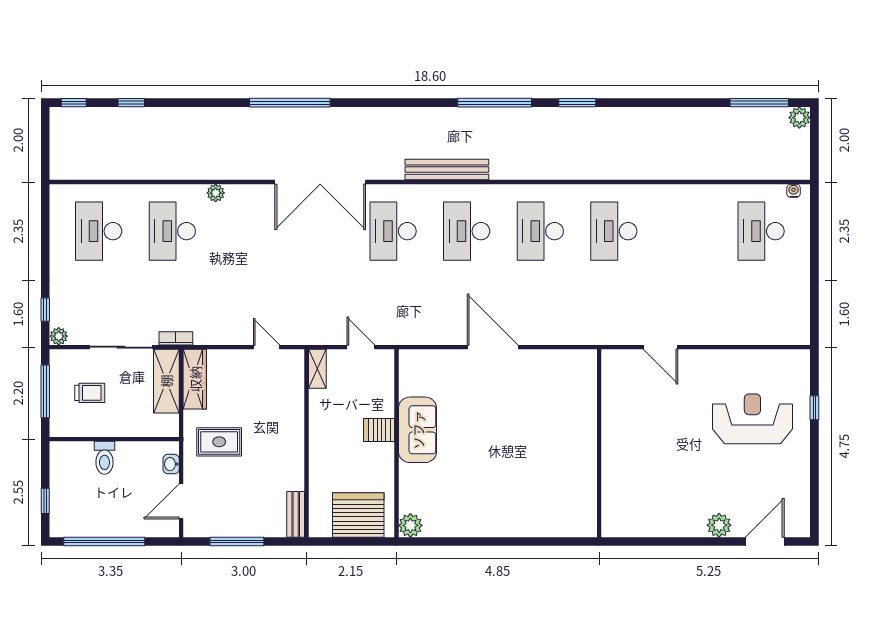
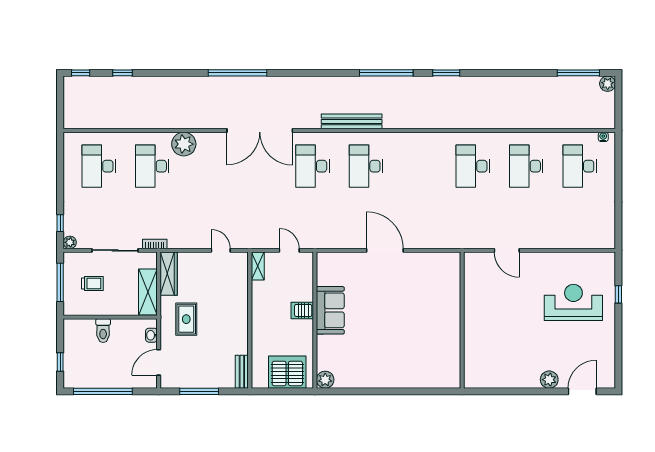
plant: (216, 193) -> (184, 144), width x1.87, depth x1.87
desk: (540, 231) -> (526, 166), moved
shelving: (166, 381) -> (148, 292), moved
rug: (219, 442) -> (186, 319), turned 90

